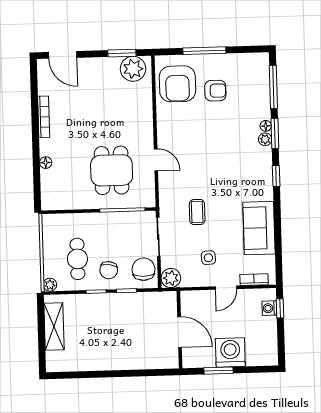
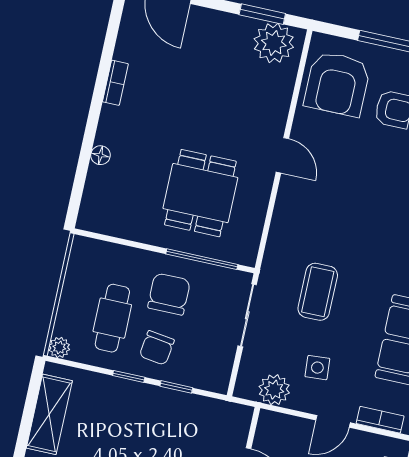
bookcase: (44, 117) -> (115, 83), width x0.64
door: (156, 160) -> (282, 155), moved
coffee table: (197, 212) -> (318, 292), width x1.36, depth x1.30
chair: (144, 269) -> (169, 294), moved
plant: (171, 278) -> (274, 390), moved

